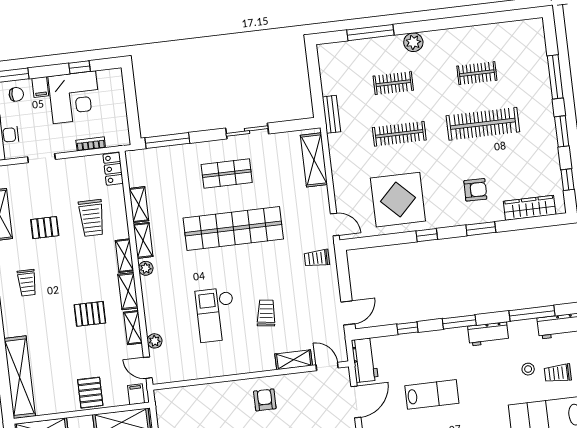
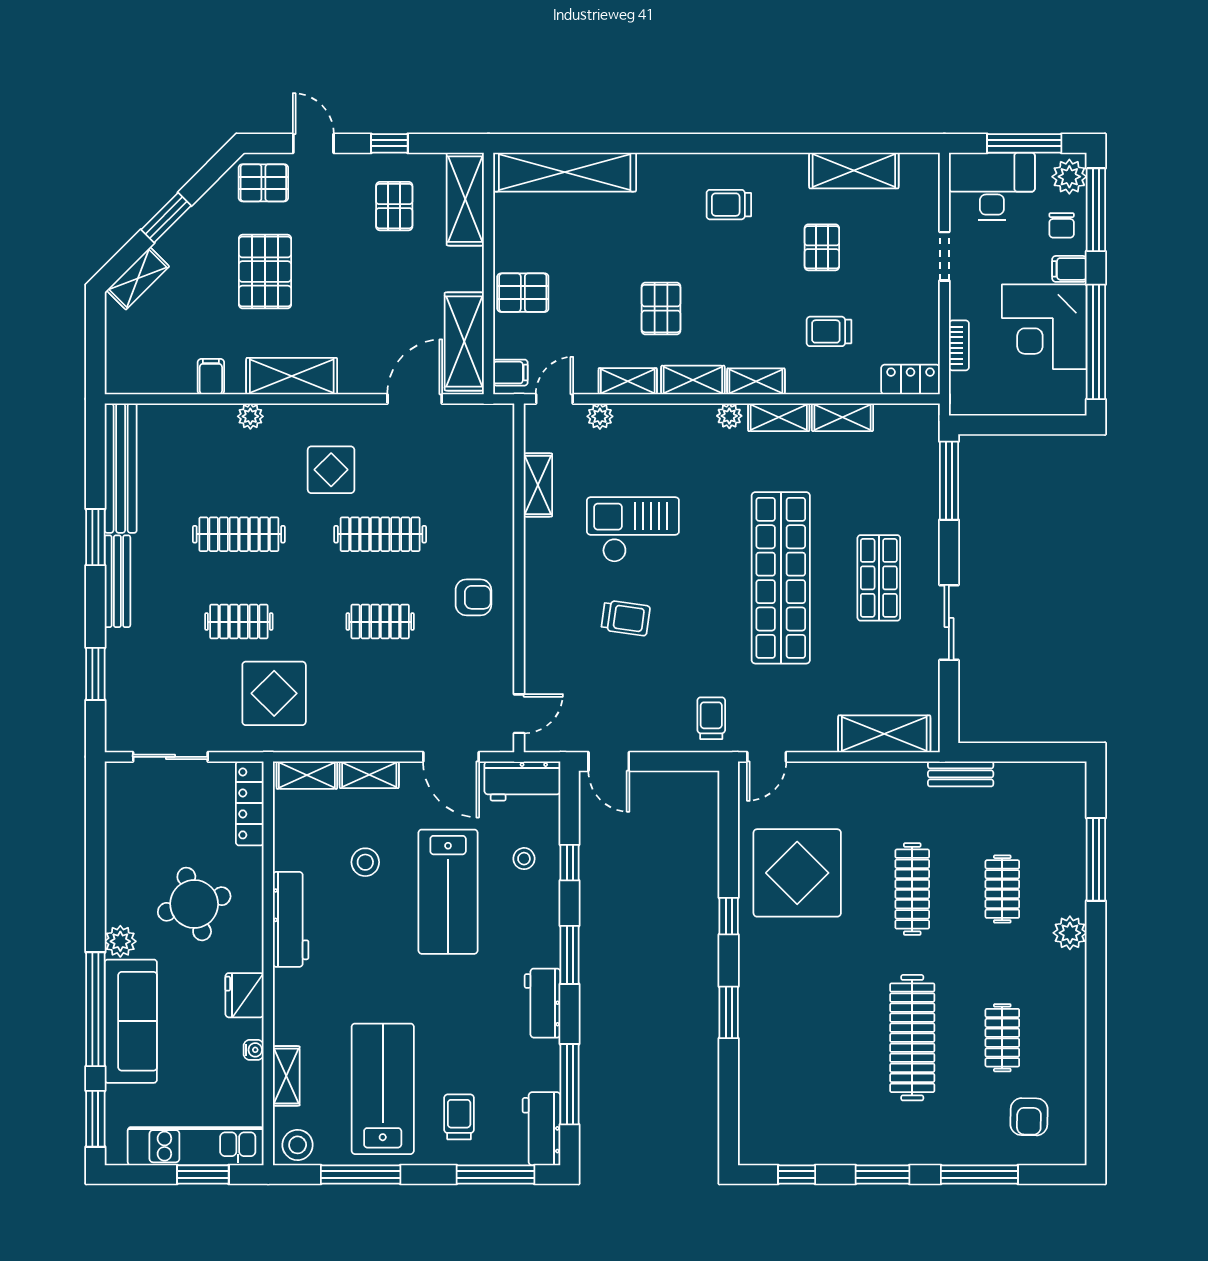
window: (80, 67) -> (1096, 342), width x3.17
armchair: (475, 190) -> (1029, 1117), moved
wardrobe: (530, 208) -> (755, 1102), removed
trolley: (92, 218) -> (829, 331), width x0.73, depth x0.72
shelving: (294, 360) -> (538, 485), moved
stool: (528, 369) -> (524, 859), moved
lab bench: (432, 394) -> (448, 892), width x1.36, depth x1.39

